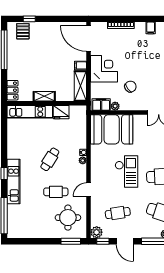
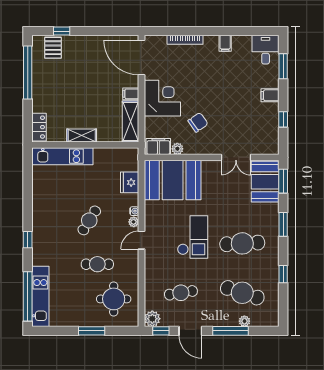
fridge: (61, 112) -> (130, 182), moved, turned 90
kitchen unit: (14, 182) -> (40, 296), moved
door: (89, 190) -> (141, 240), moved
window: (71, 241) -> (92, 331), moved

